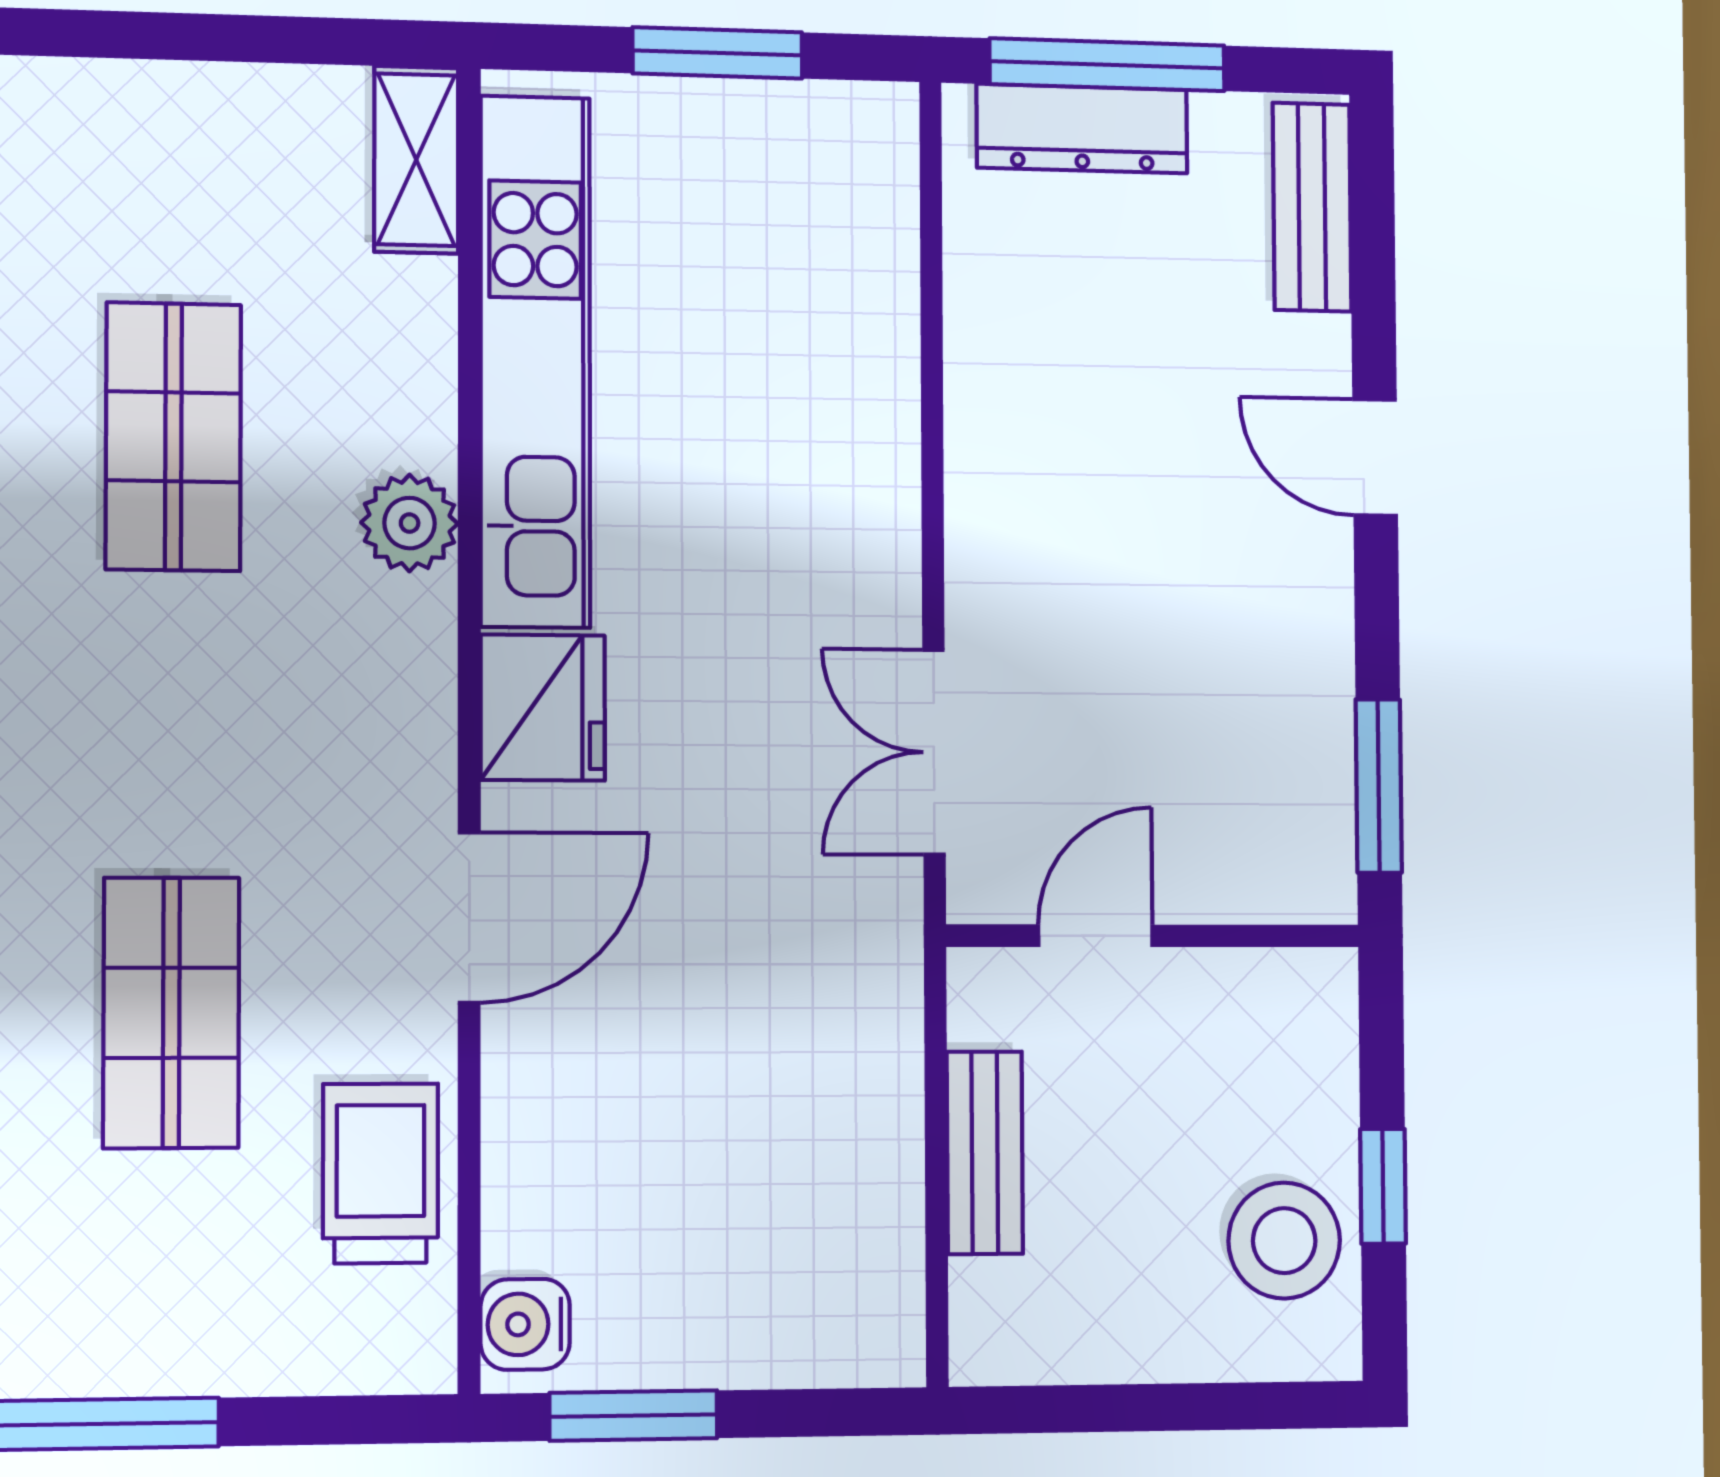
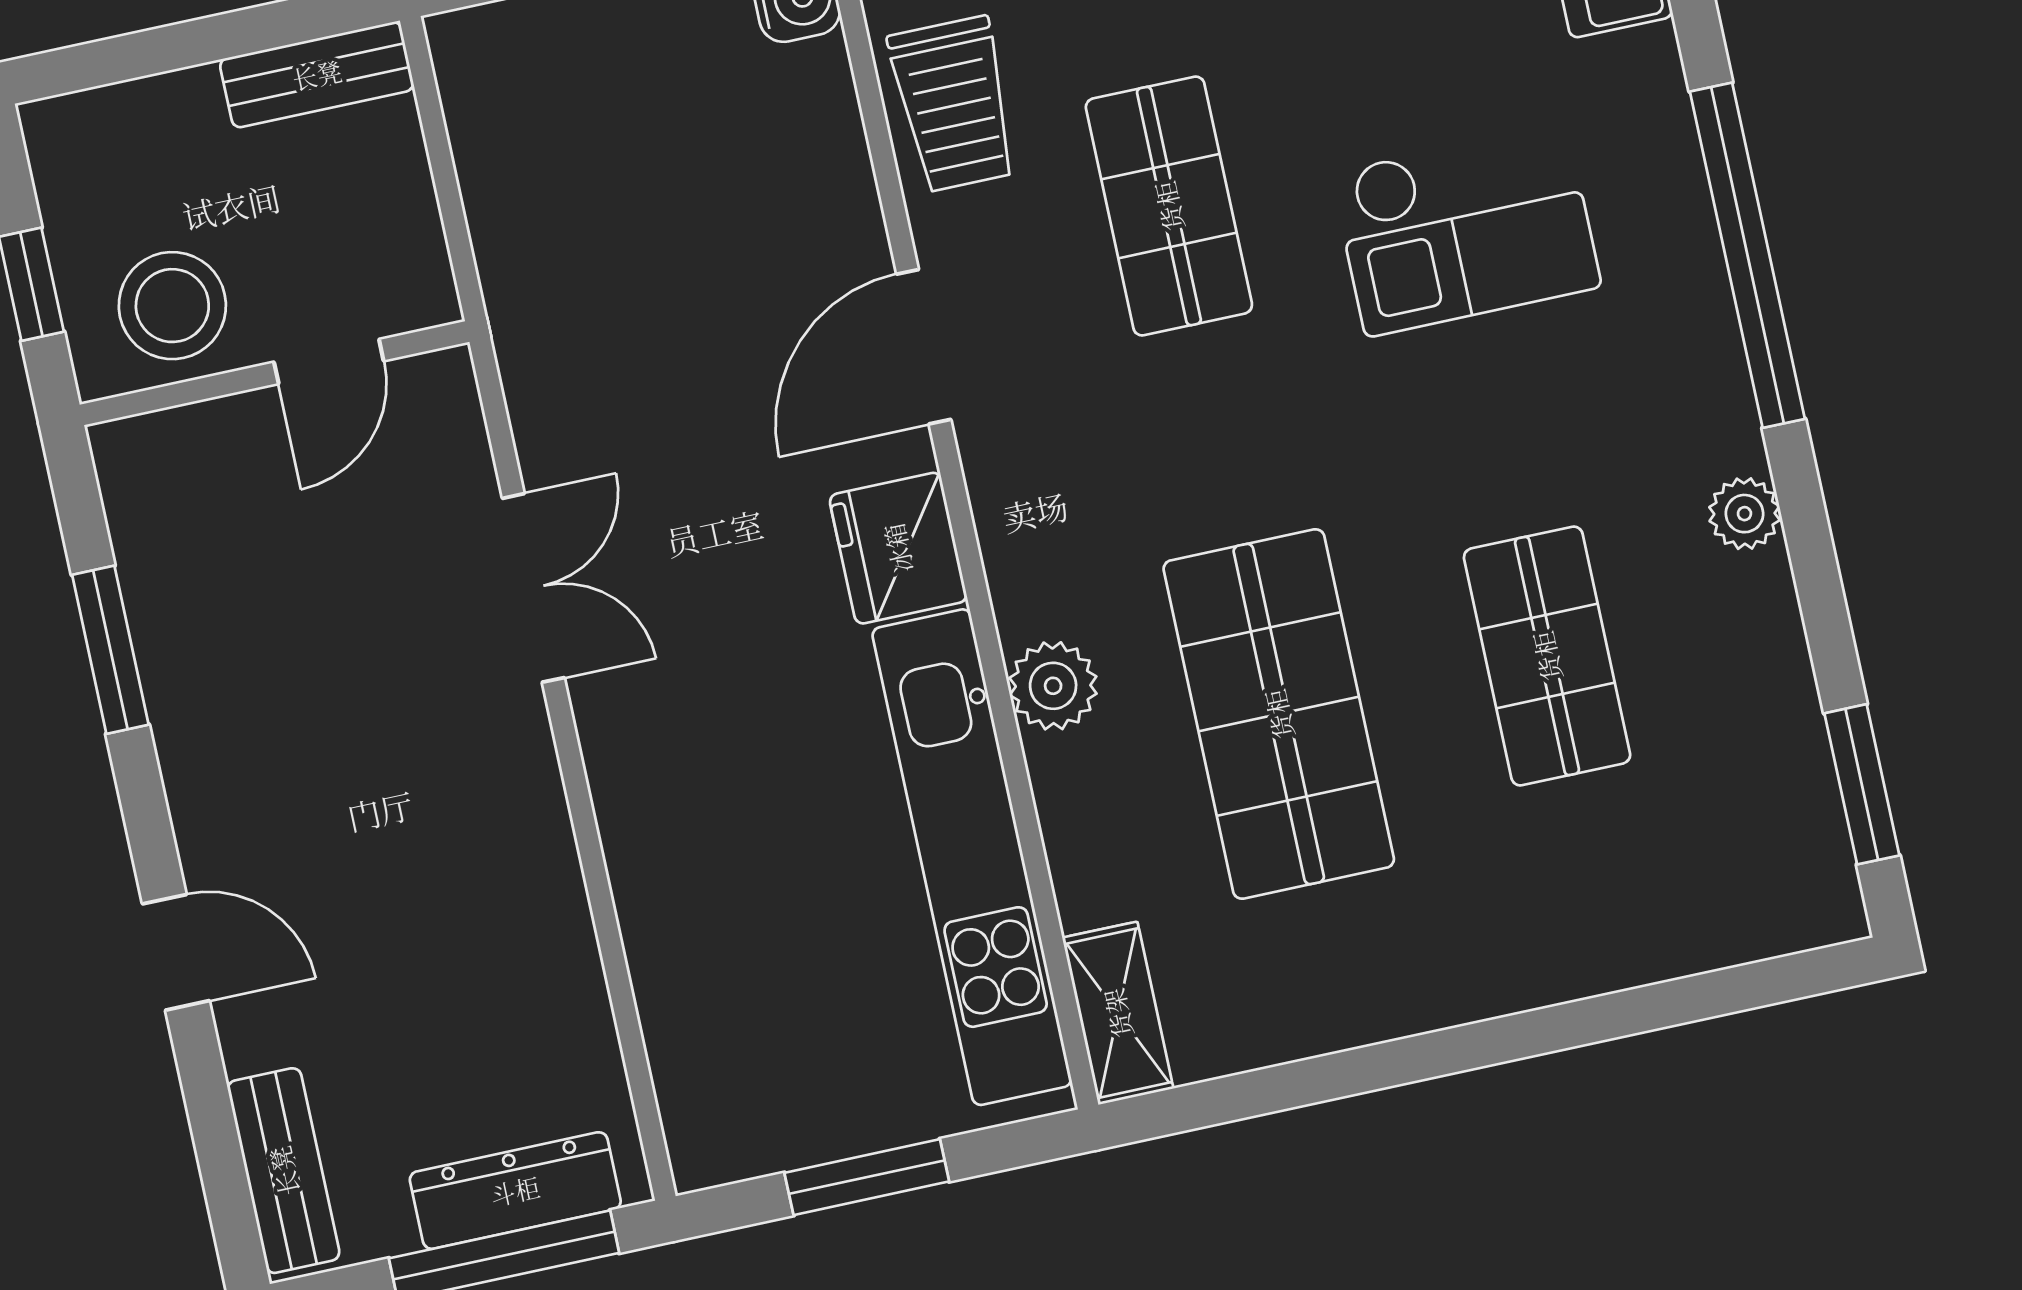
shop shelf: (173, 437) -> (1279, 714), width x1.43, depth x1.36
door: (1095, 936) -> (329, 361), moved
wall: (1153, 936) -> (275, 373), moved
bench: (985, 1153) -> (317, 75), moved, turned 90
stool: (1284, 1241) -> (172, 306), moved

